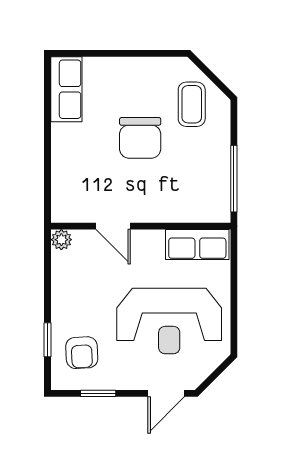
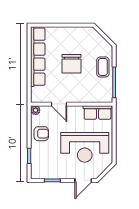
row of seats: (66, 89) -> (38, 57), width x2.02
coffee table: (192, 104) -> (103, 67), moved
armchair: (82, 353) -> (41, 134), moved, turned -87

